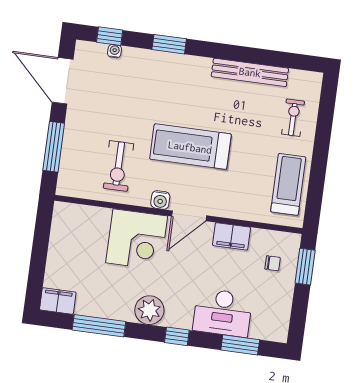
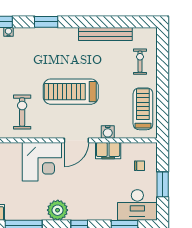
exercise bike: (118, 166) -> (22, 112), turned 180
water cooler: (160, 200) -> (108, 132), moved
window: (305, 267) -> (163, 184), moved
desk: (223, 313) -> (137, 205), moved

